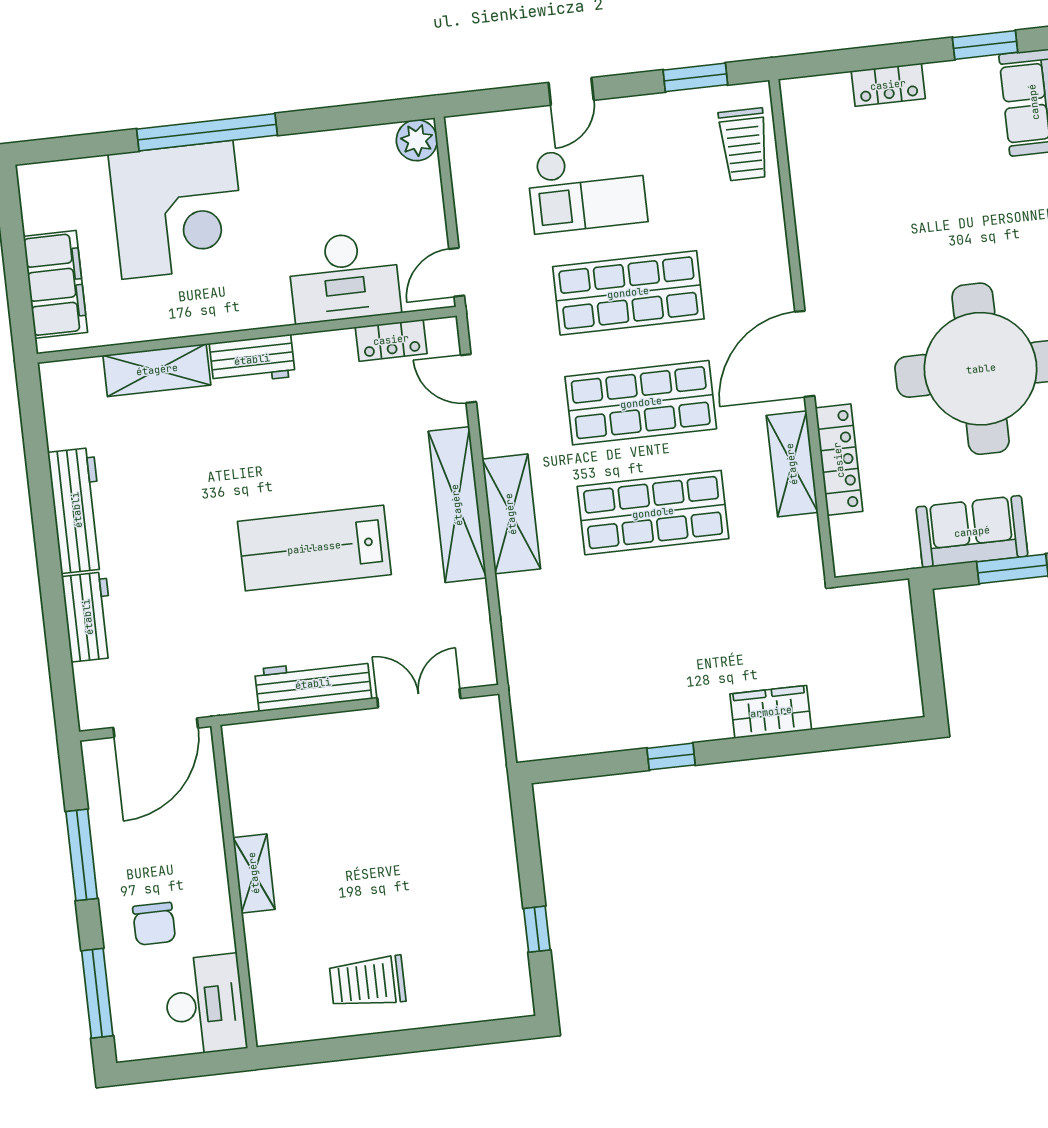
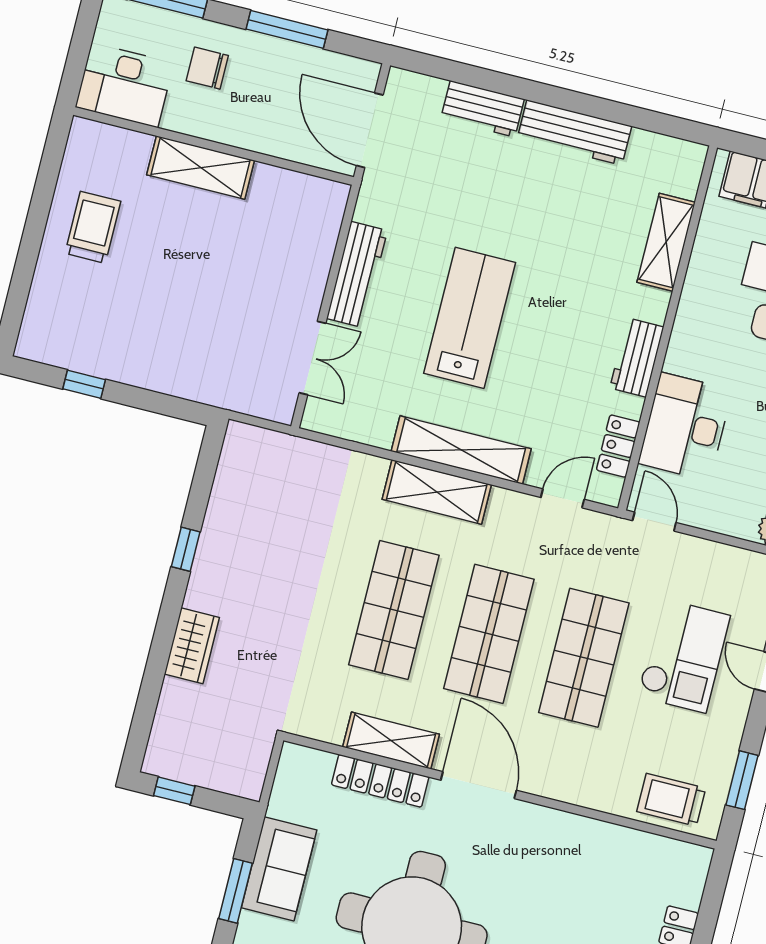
checkout: (587, 188) -> (684, 656), turned 180
workbench: (252, 360) -> (637, 358), moved
window: (931, 673) -> (174, 791), added
shelving: (254, 873) -> (201, 168), width x1.50, depth x1.33

